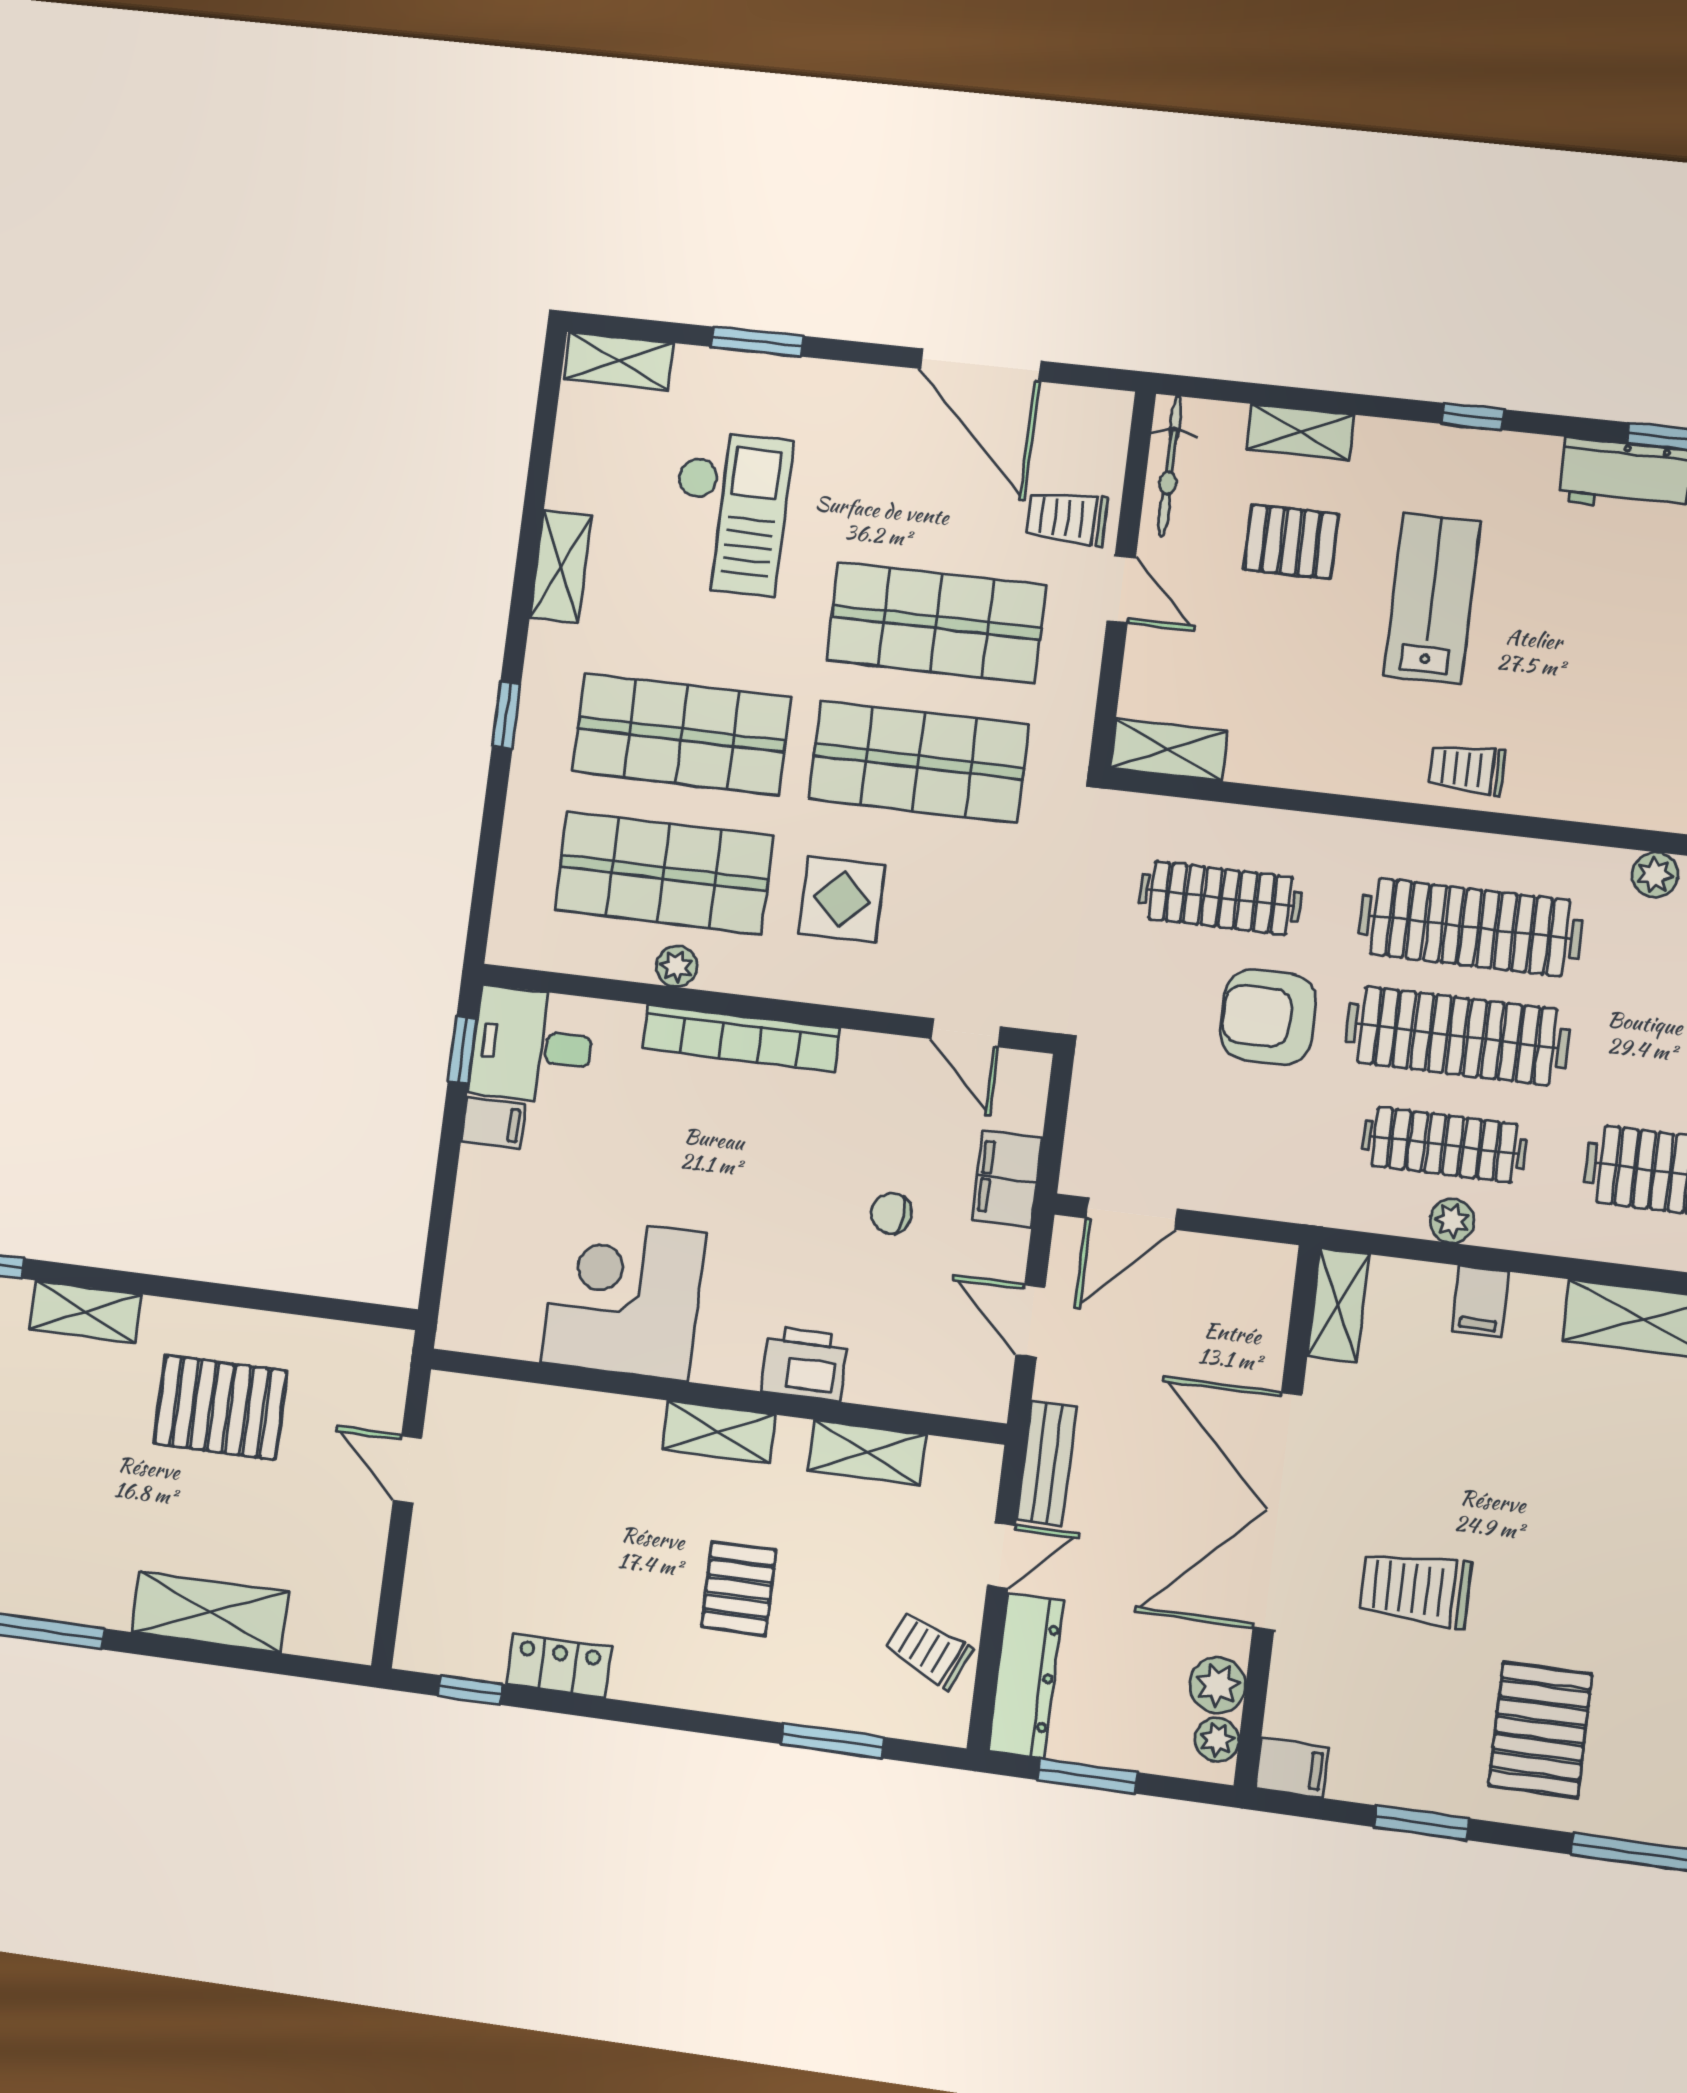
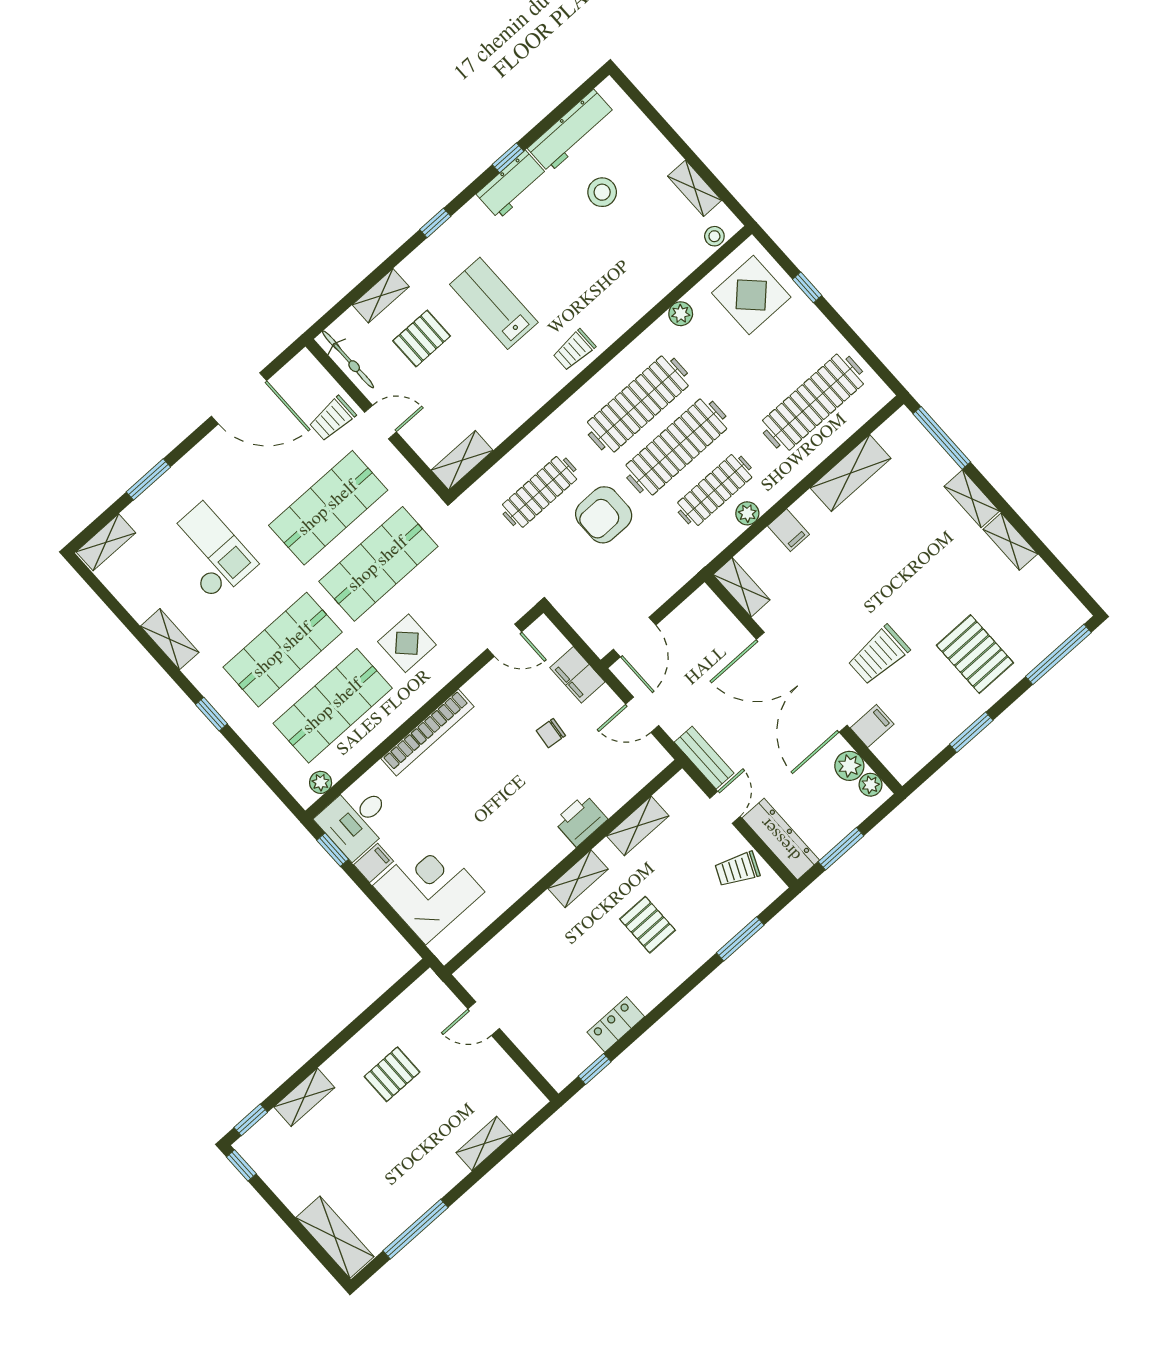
plant: (677, 966) -> (321, 782), moved
corner desk: (623, 1298) -> (429, 889), moved, turned 90
pallet: (220, 1407) -> (392, 1074), width x0.67, depth x0.71
shelving: (210, 1612) -> (484, 1143), width x0.67, depth x0.75
filing cabinet: (1292, 1768) -> (872, 726), moved

